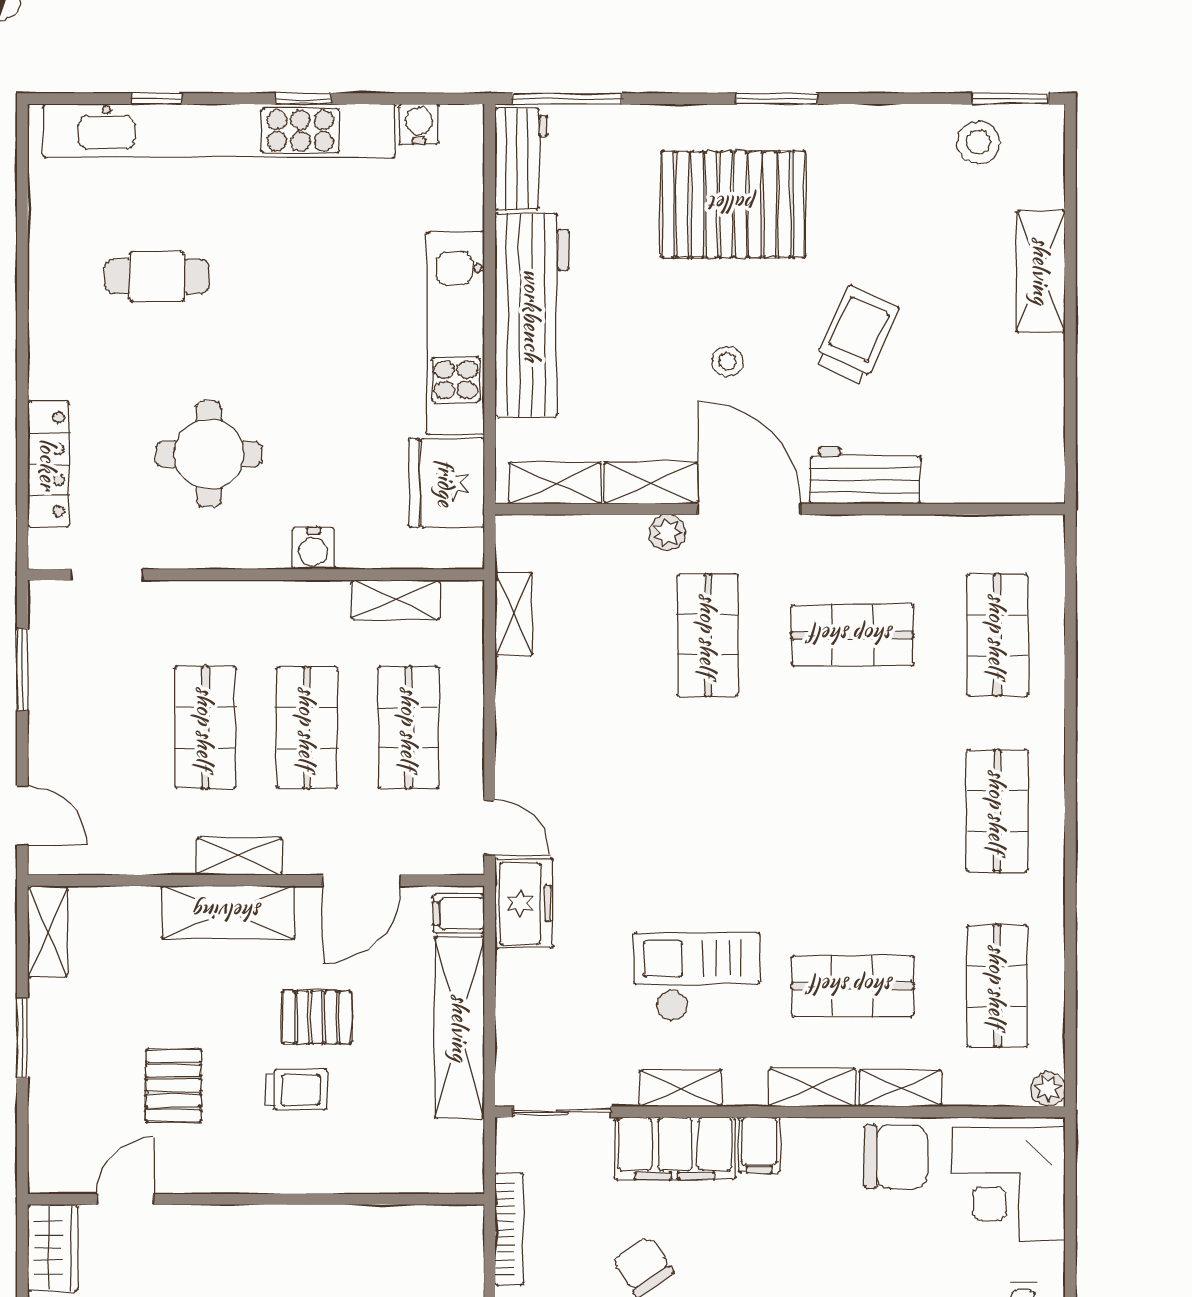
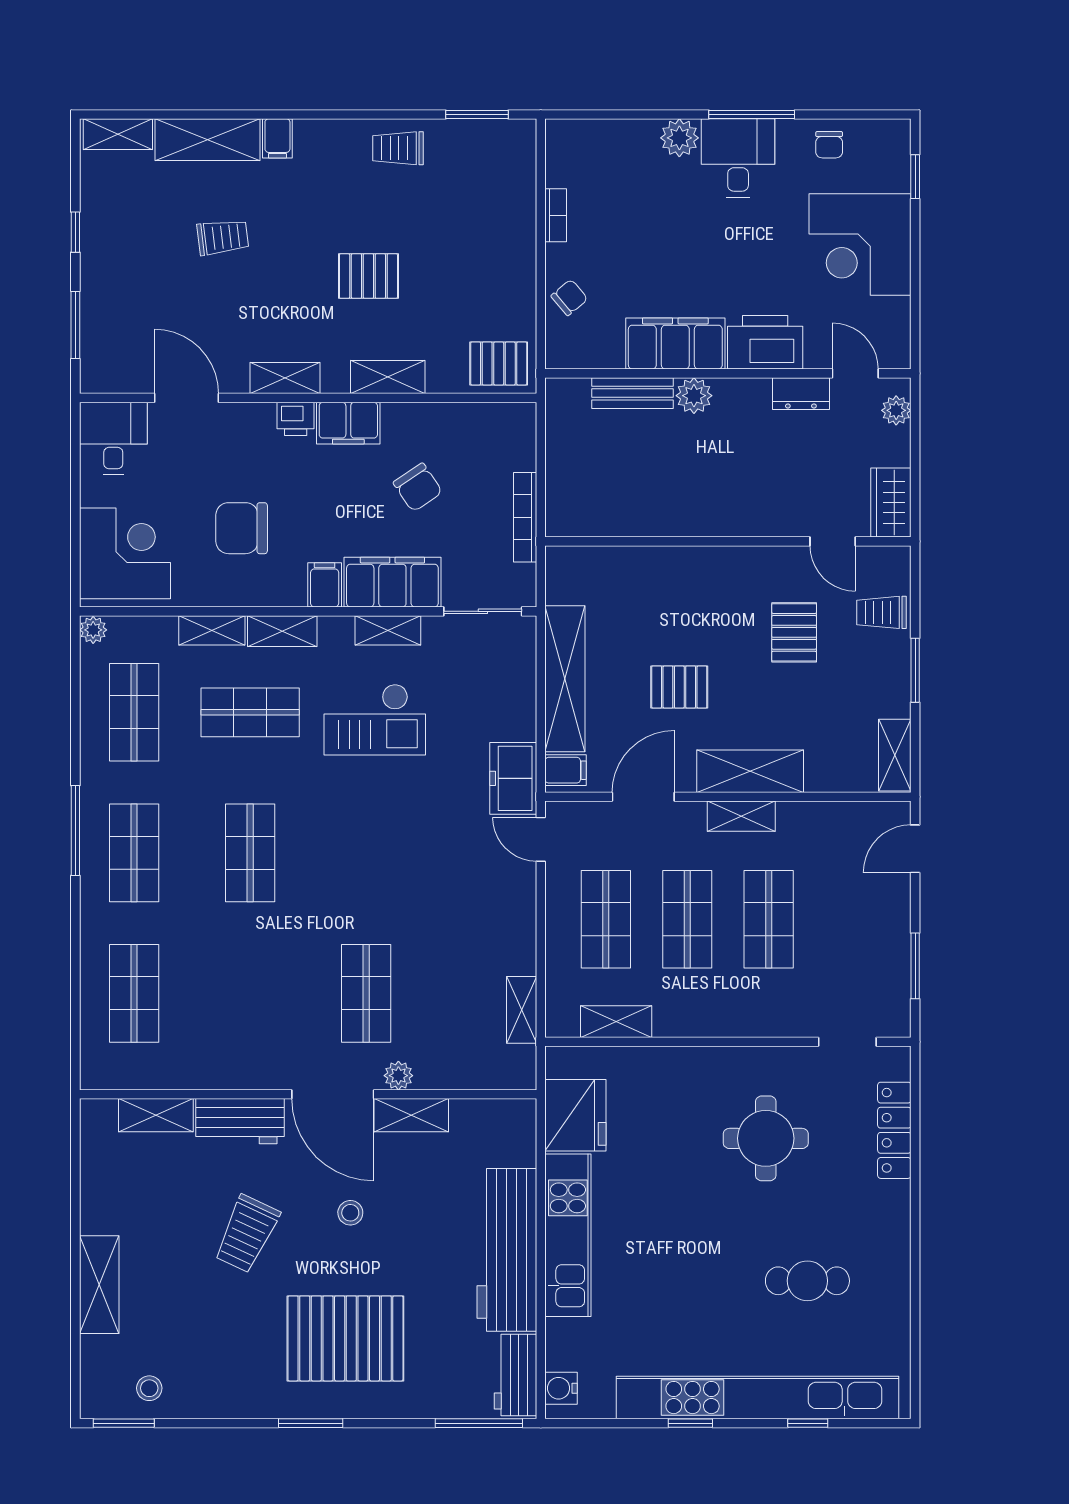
water cooler: (419, 124) -> (561, 1388), moved, turned 90
stool: (978, 142) -> (149, 1388), width x0.73, depth x0.73
shelving: (555, 483) -> (156, 1115), moved
water cooler: (313, 548) -> (682, 1063), removed
shop shelf: (852, 635) -> (250, 853), moved, turned 90
door: (22, 816) -> (915, 849), hinge flipped
window: (1070, 838) -> (75, 830), added
trolley: (296, 1090) -> (881, 612), moved
chair: (896, 1157) -> (242, 528), moved
door: (125, 1199) -> (833, 541), hinge flipped

